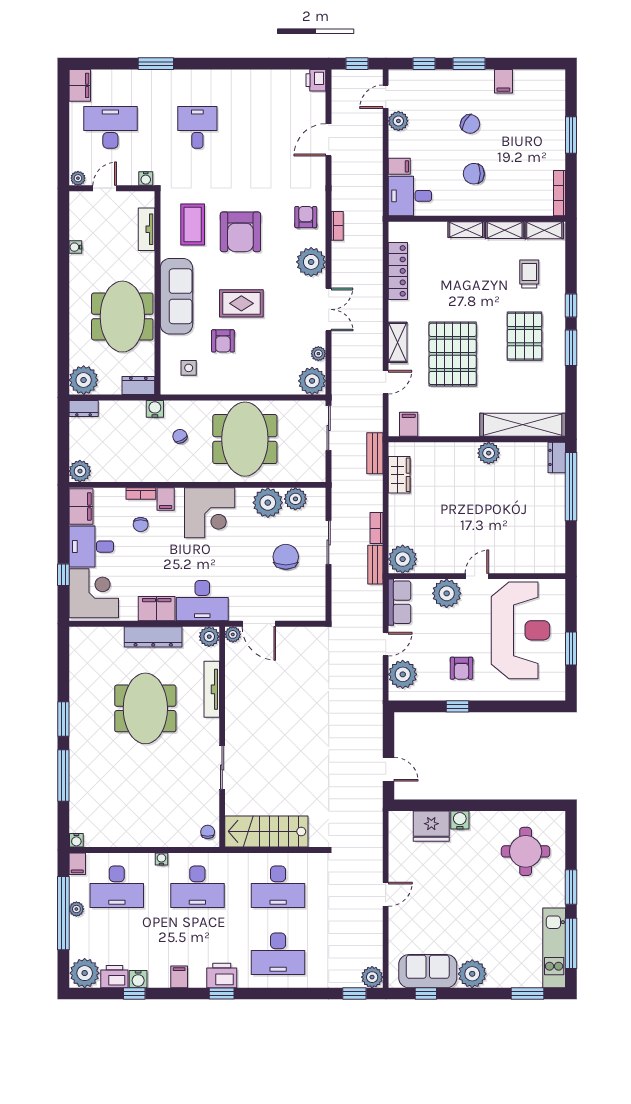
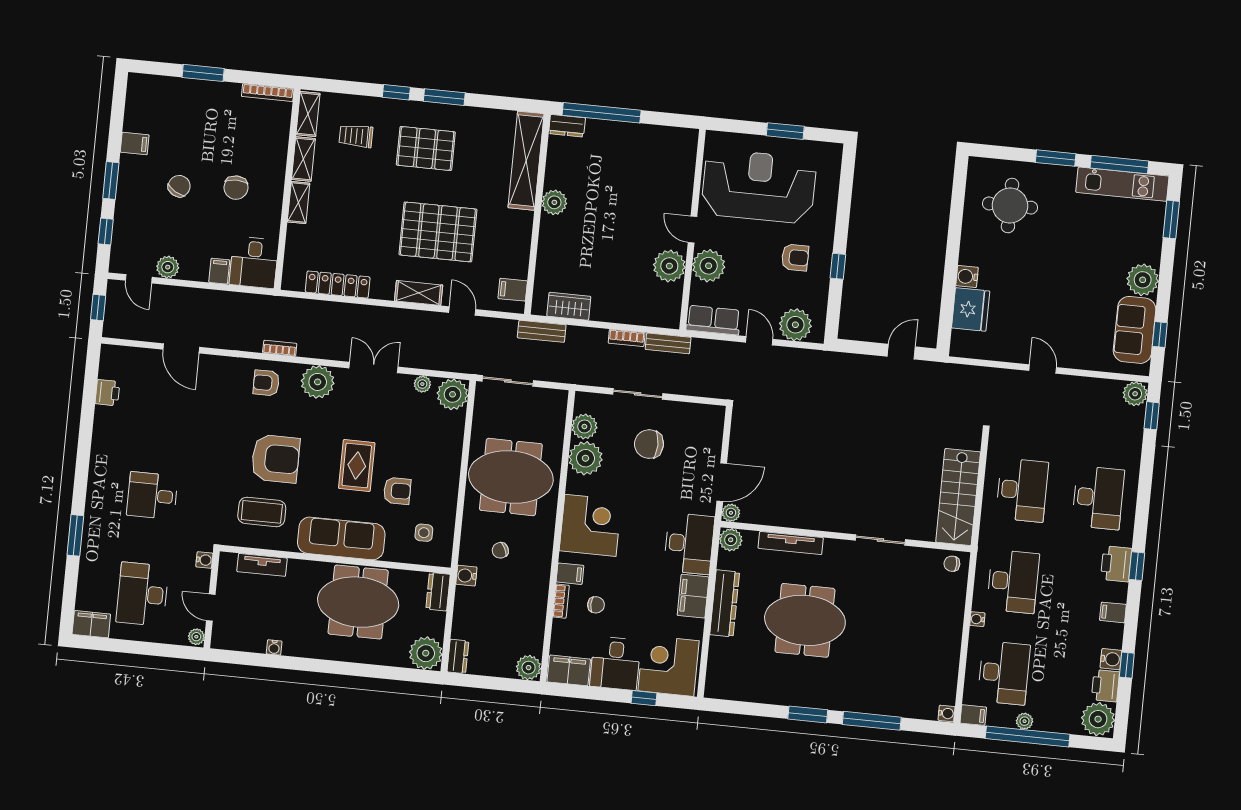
printer: (316, 80) -> (107, 393), moved, turned -90
plant: (403, 559) -> (669, 266), moved

